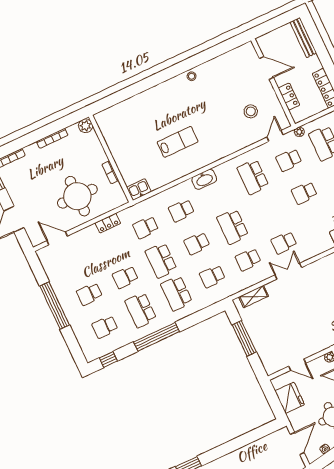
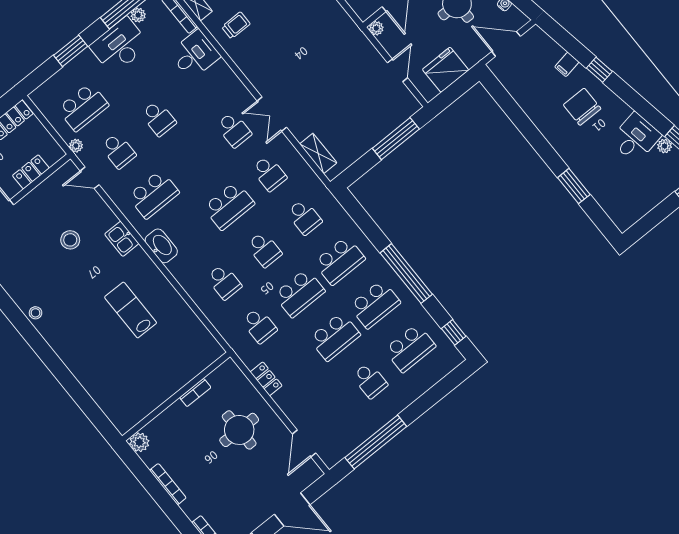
stool: (251, 111) -> (70, 240), moved
washbasin: (204, 179) -> (161, 246), moved
kitchen sink: (139, 190) -> (122, 239), moved
round table: (77, 196) -> (239, 430), width x0.73, depth x0.73
school desk: (125, 277) -> (335, 337), width x1.85
window: (55, 306) -> (376, 442), moved
school desk: (105, 327) -> (410, 348), width x1.85
window: (244, 338) -> (396, 139), moved

